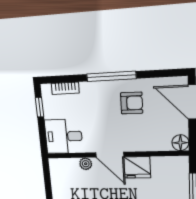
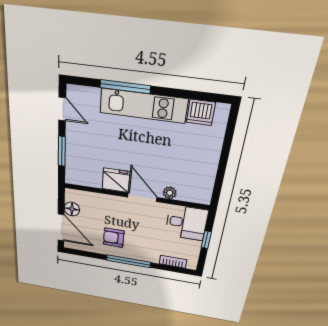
window: (39, 107) -> (206, 240), moved
floor lamp: (180, 143) -> (72, 209), moved

